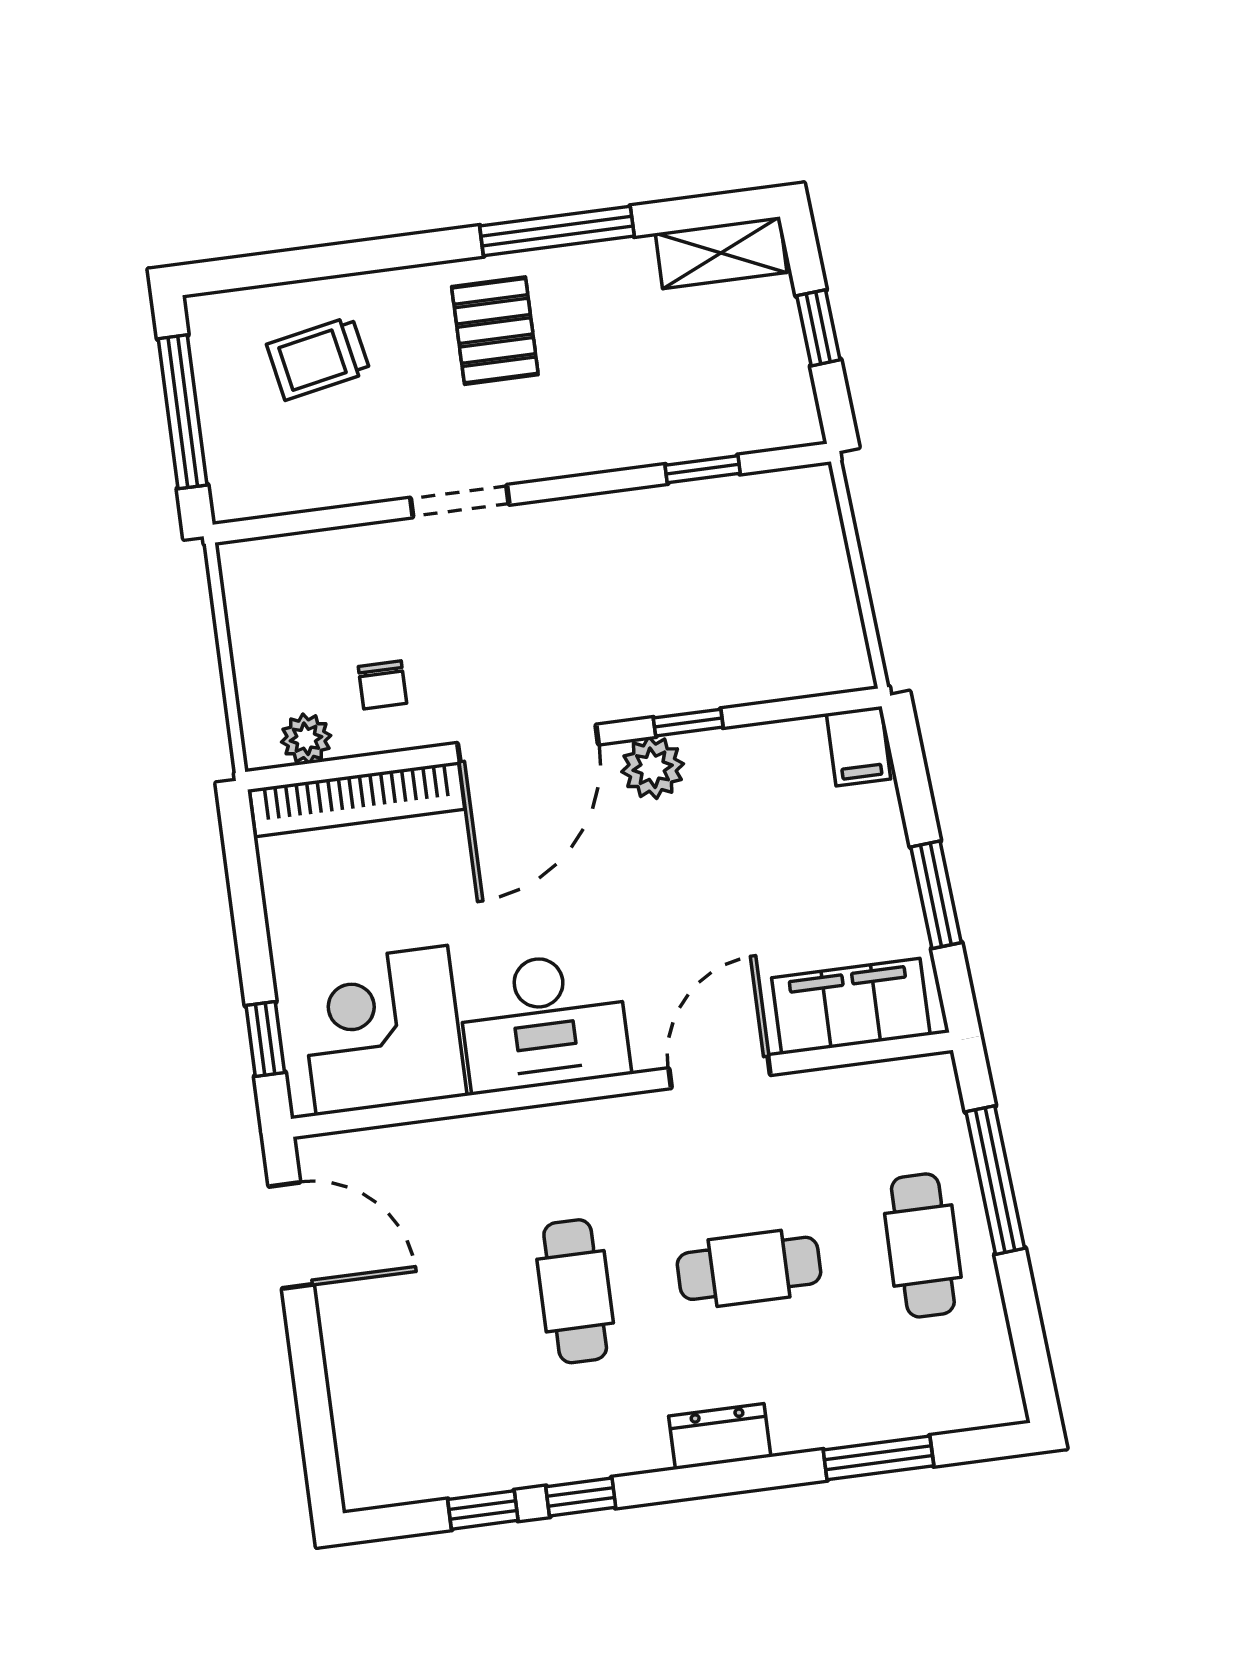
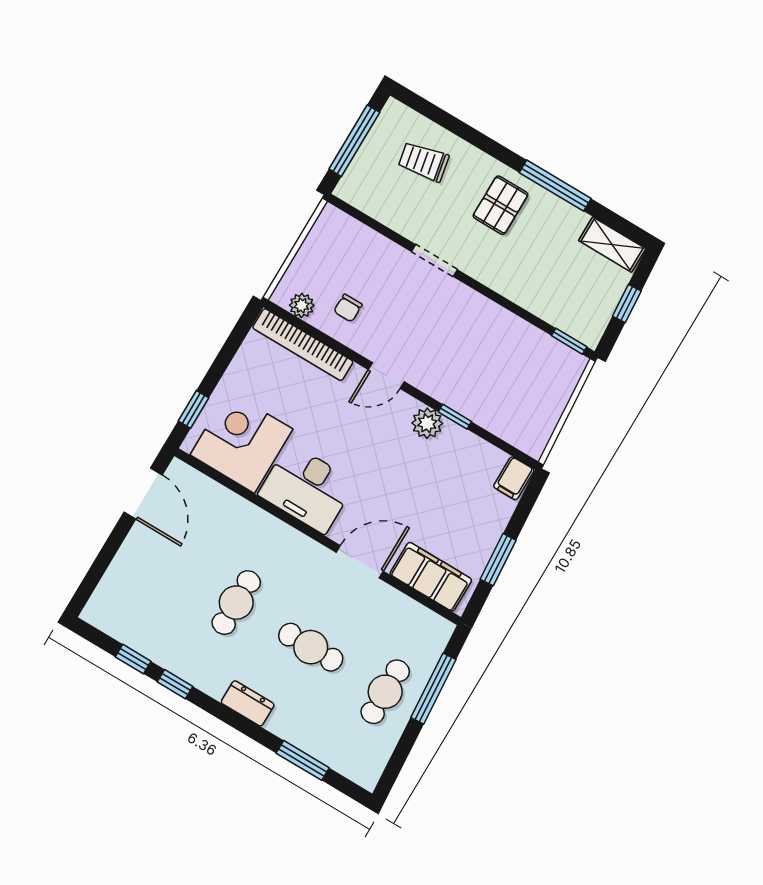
window: (703, 469) -> (569, 341), moved
door: (528, 744) -> (386, 376), width x0.53

